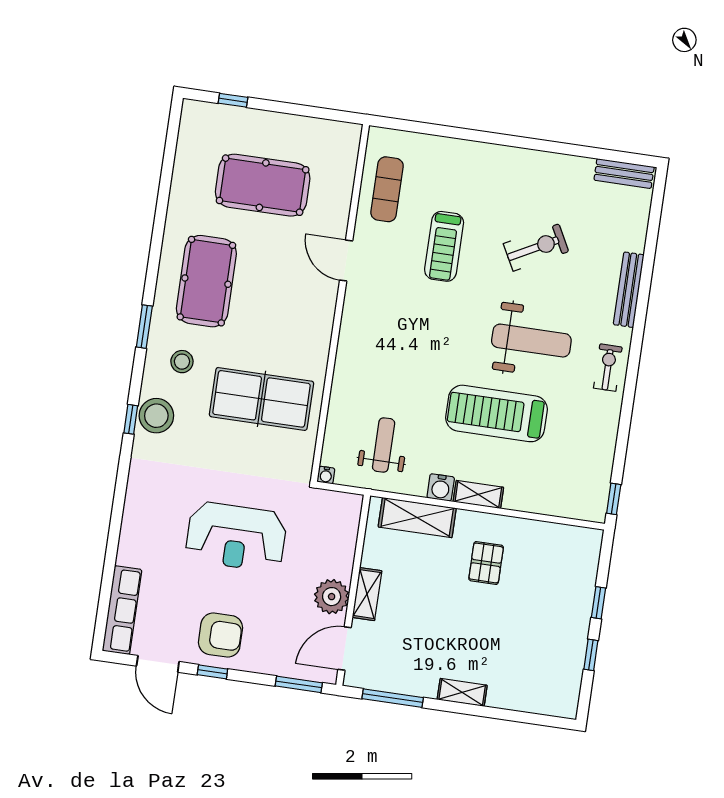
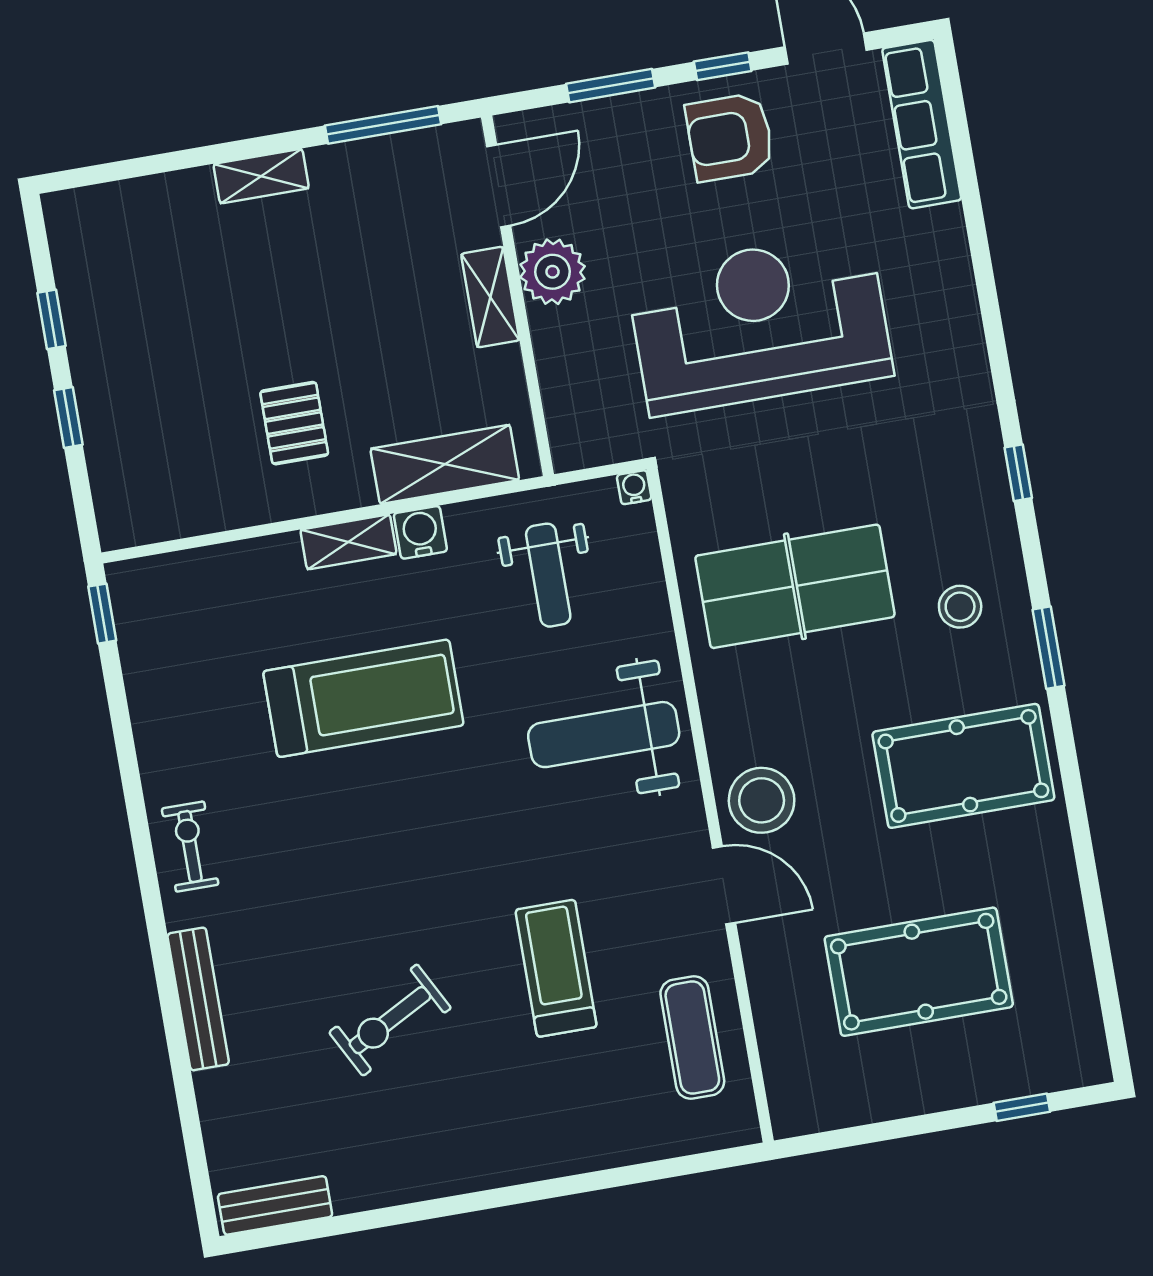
pool table: (206, 281) -> (963, 766), turned 90
weight bench: (531, 341) -> (604, 735), moved
exercise bike: (608, 368) -> (190, 847), turned 180
stool: (156, 416) -> (762, 800), moved
reception desk: (236, 537) -> (760, 323), width x1.36, depth x1.30
window: (299, 684) -> (611, 86), moved

